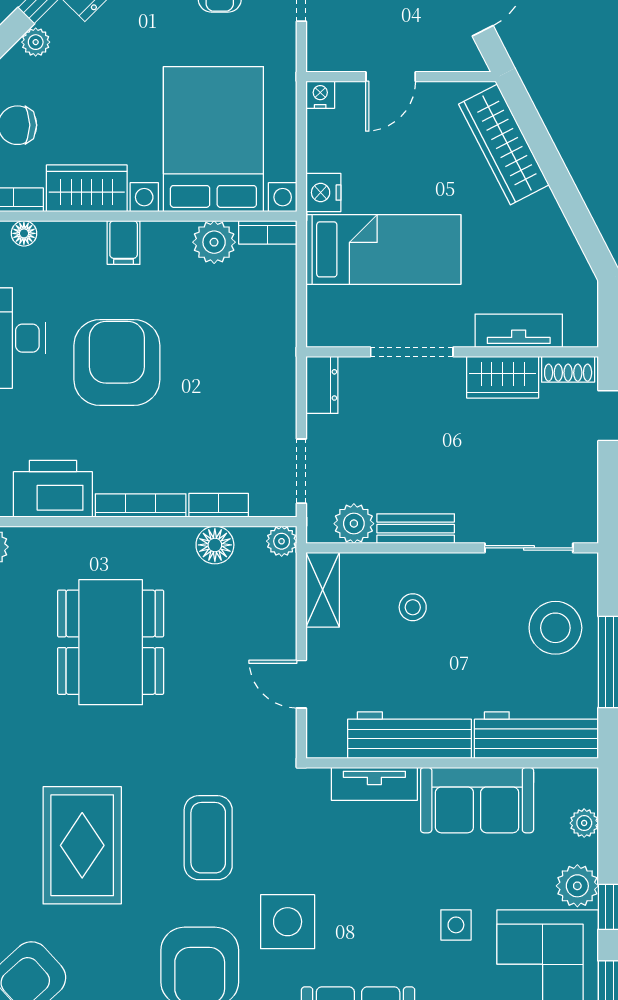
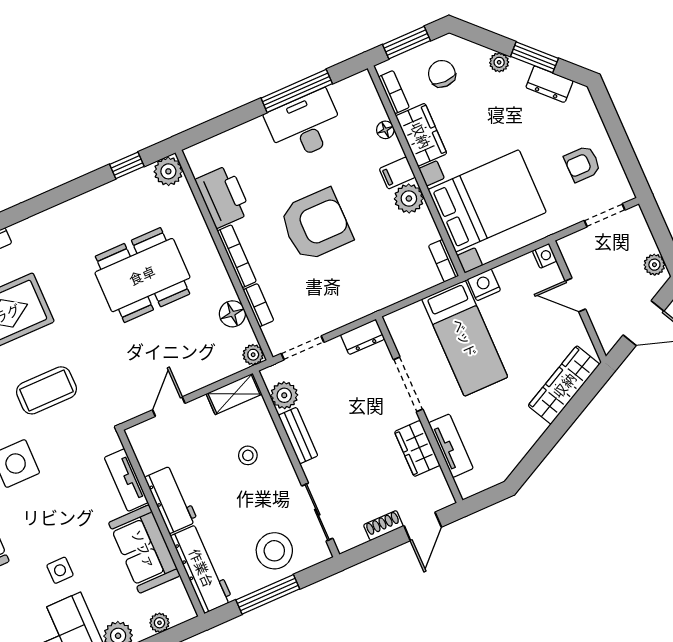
floor lamp: (24, 233) -> (385, 130), moved
plant: (214, 242) -> (409, 198), moved
armchair: (117, 363) -> (316, 225), moved
shoe rack: (568, 369) -> (383, 526), moved, turned 90
workbench: (410, 735) -> (171, 499), width x0.73

